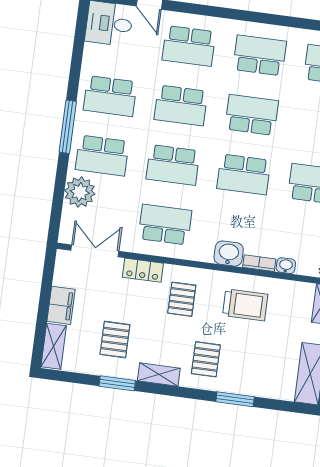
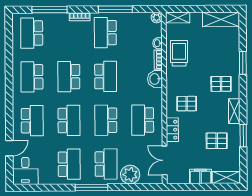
school desk: (173, 165) -> (106, 120), turned 180
trolley: (245, 305) -> (179, 53), moved

